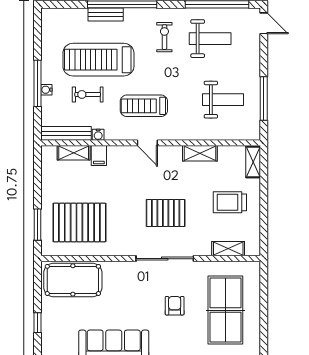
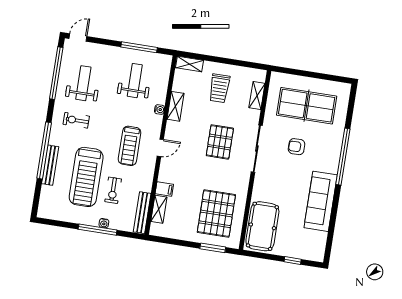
bench: (106, 14) -> (50, 165), width x1.36
water cooler: (98, 135) -> (159, 109), moved

